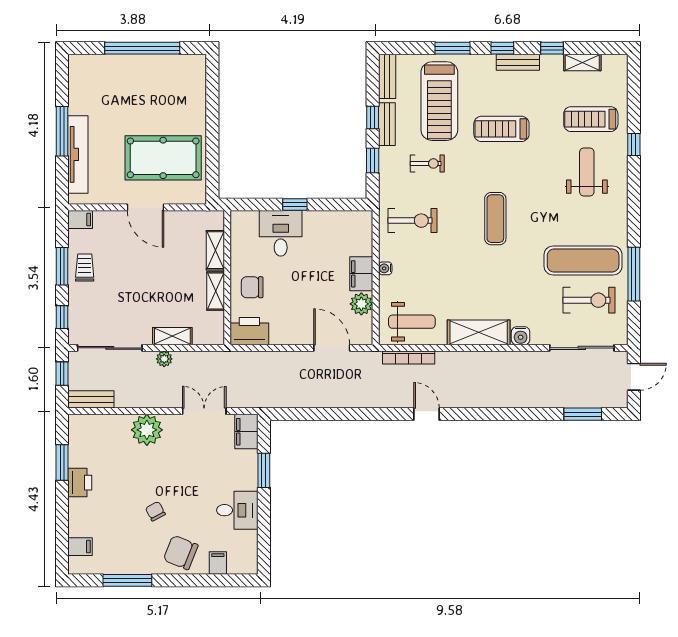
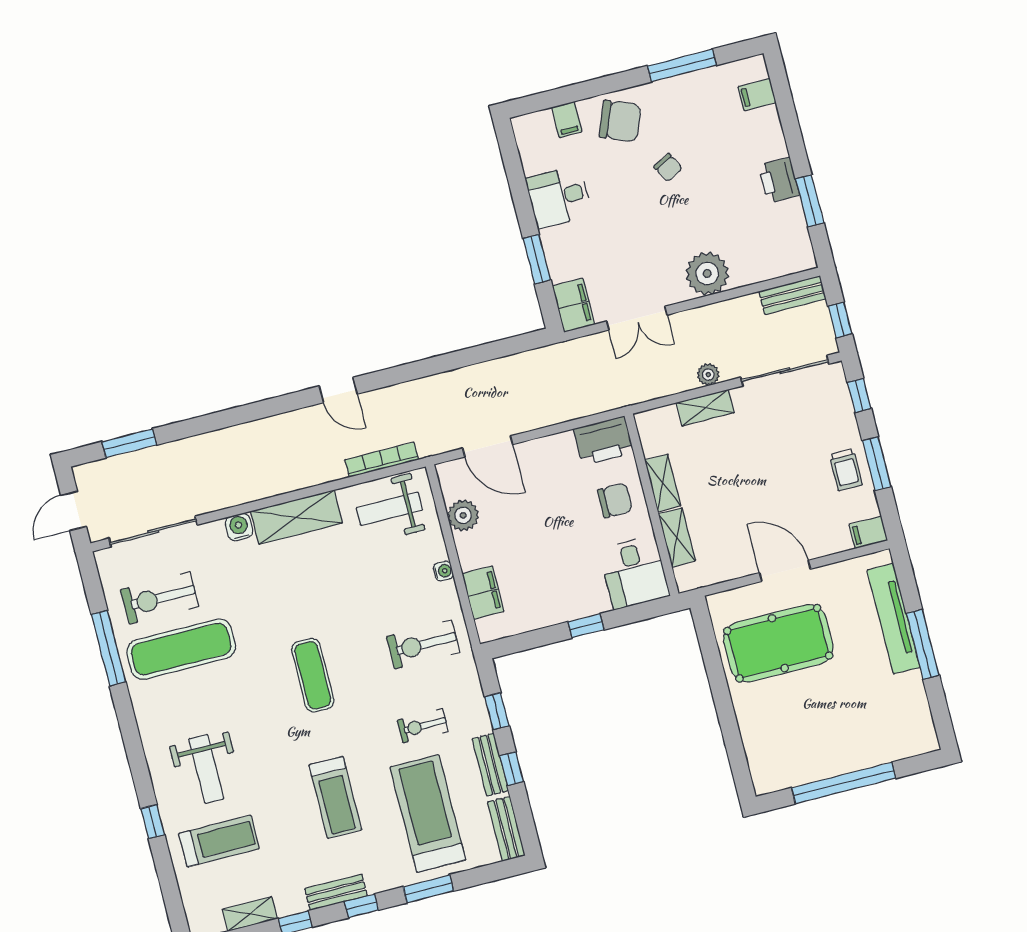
treadmill: (501, 129) -> (335, 797), turned 90
desk: (281, 233) -> (634, 572), moved
filing cabinet: (361, 274) -> (483, 593), moved

